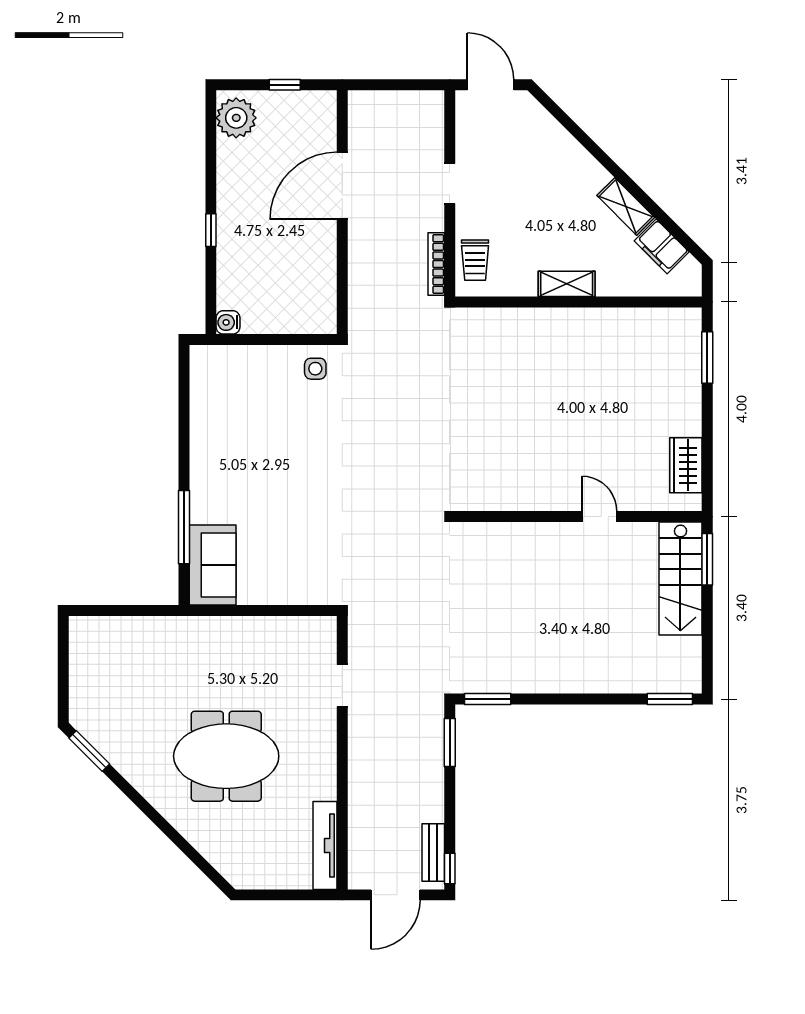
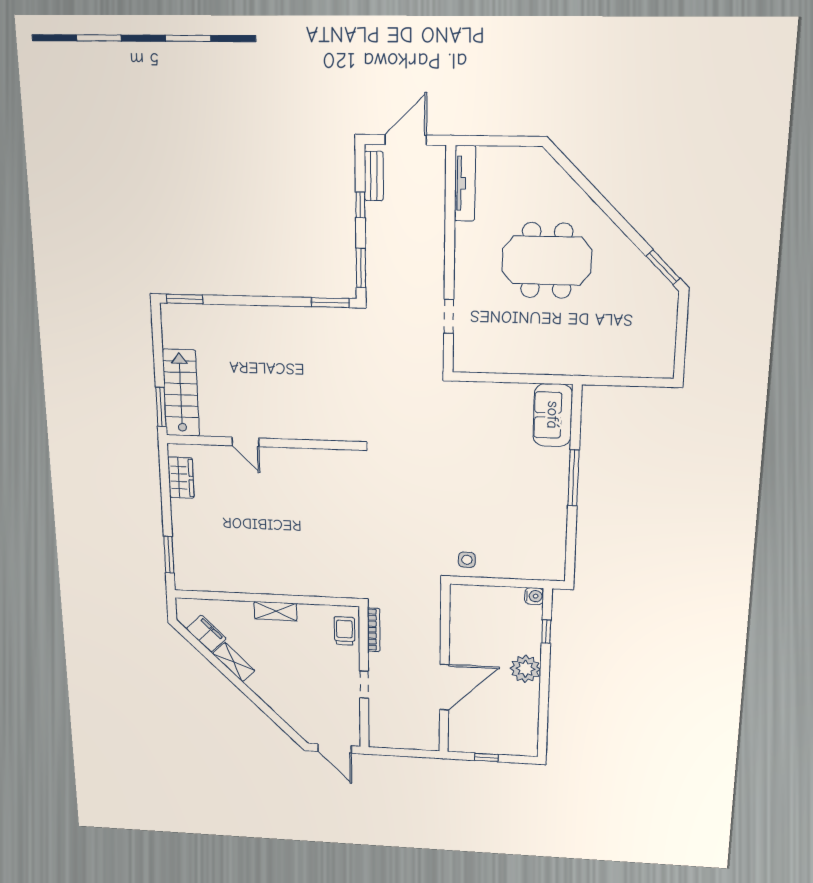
plant: (236, 118) -> (525, 669), moved
window: (211, 230) -> (546, 632), moved
window: (184, 527) -> (574, 478), moved
window: (450, 869) -> (360, 205), moved

